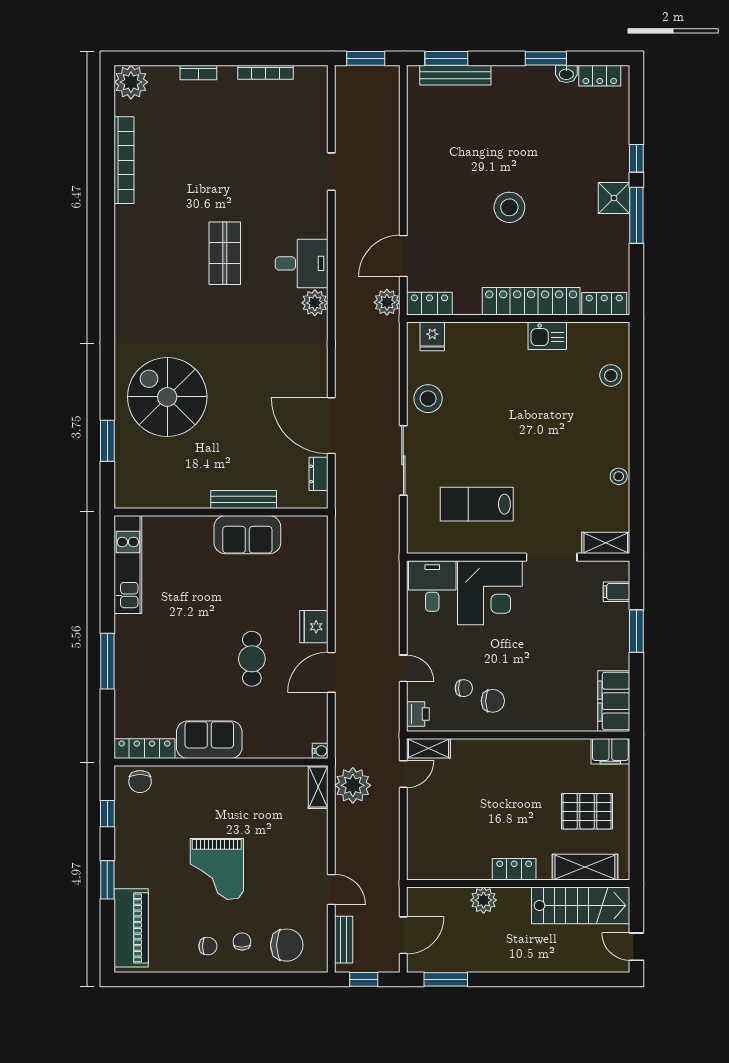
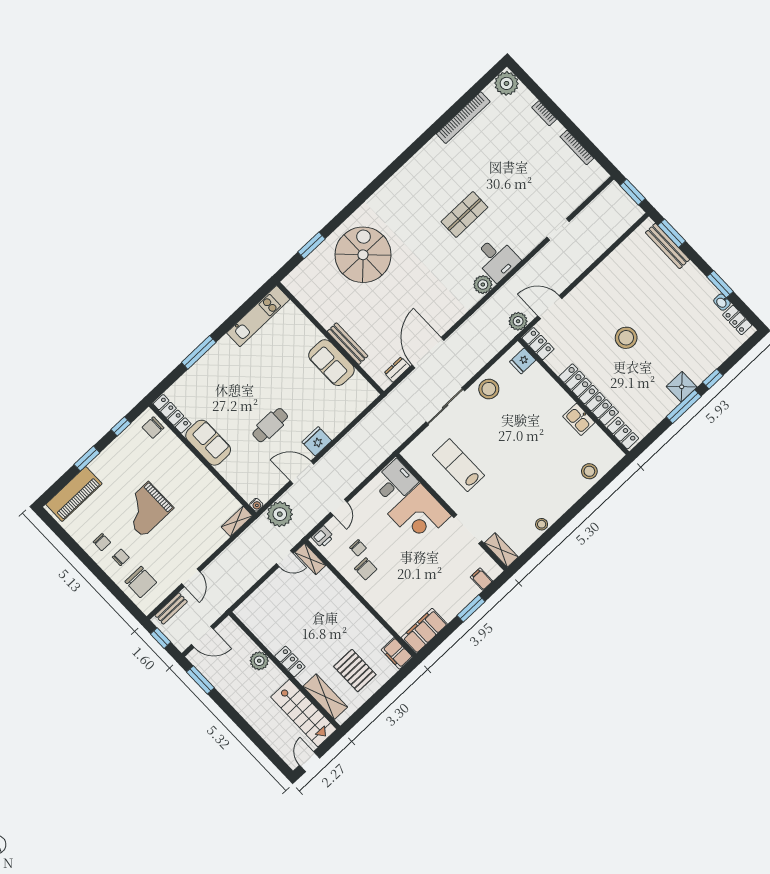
plant: (353, 785) -> (280, 514), moved

